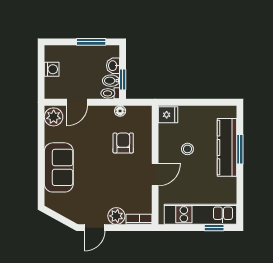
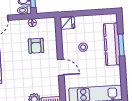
armchair: (123, 143) -> (36, 46), turned 180
door: (155, 175) -> (61, 67), hinge flipped

